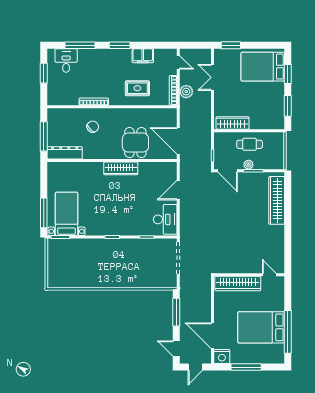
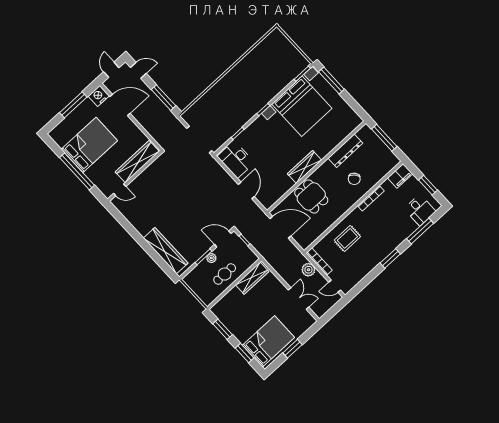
window: (231, 45) -> (292, 349), moved
filing cabinet: (143, 56) -> (400, 176), moved, turned 180
dresser: (65, 153) -> (345, 151), moved
bed with nightstands: (66, 214) -> (302, 106), width x1.85
window: (288, 332) -> (77, 171), moved

